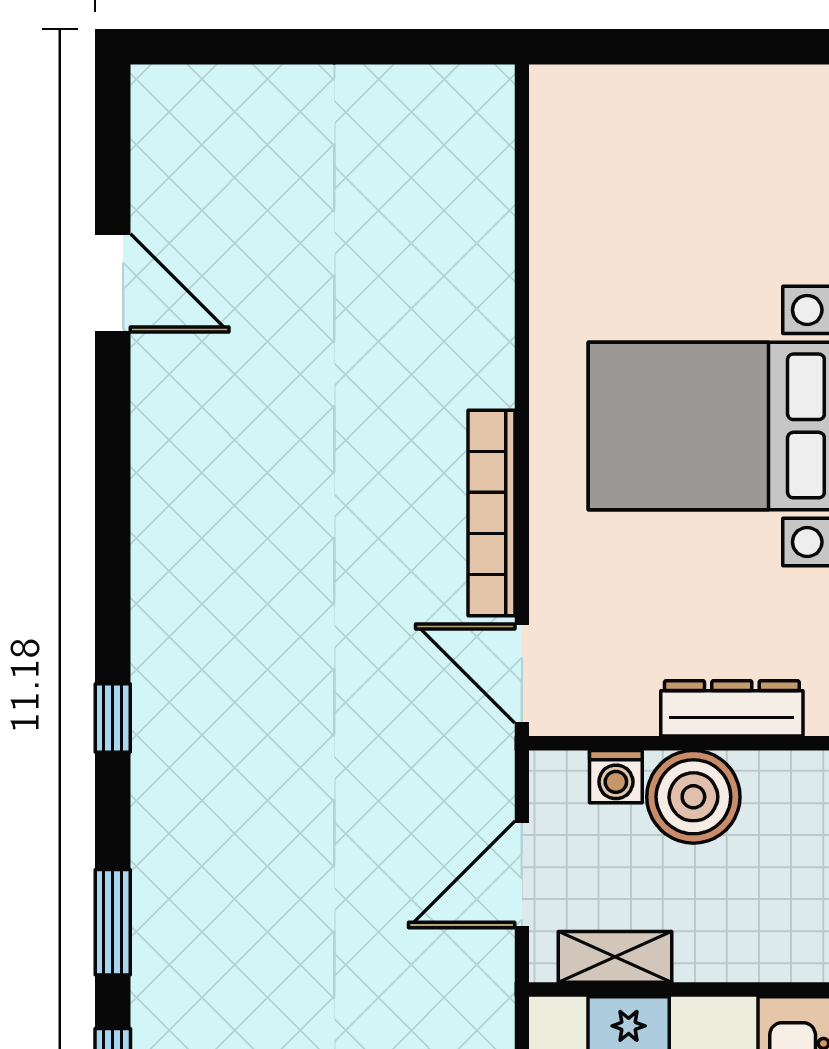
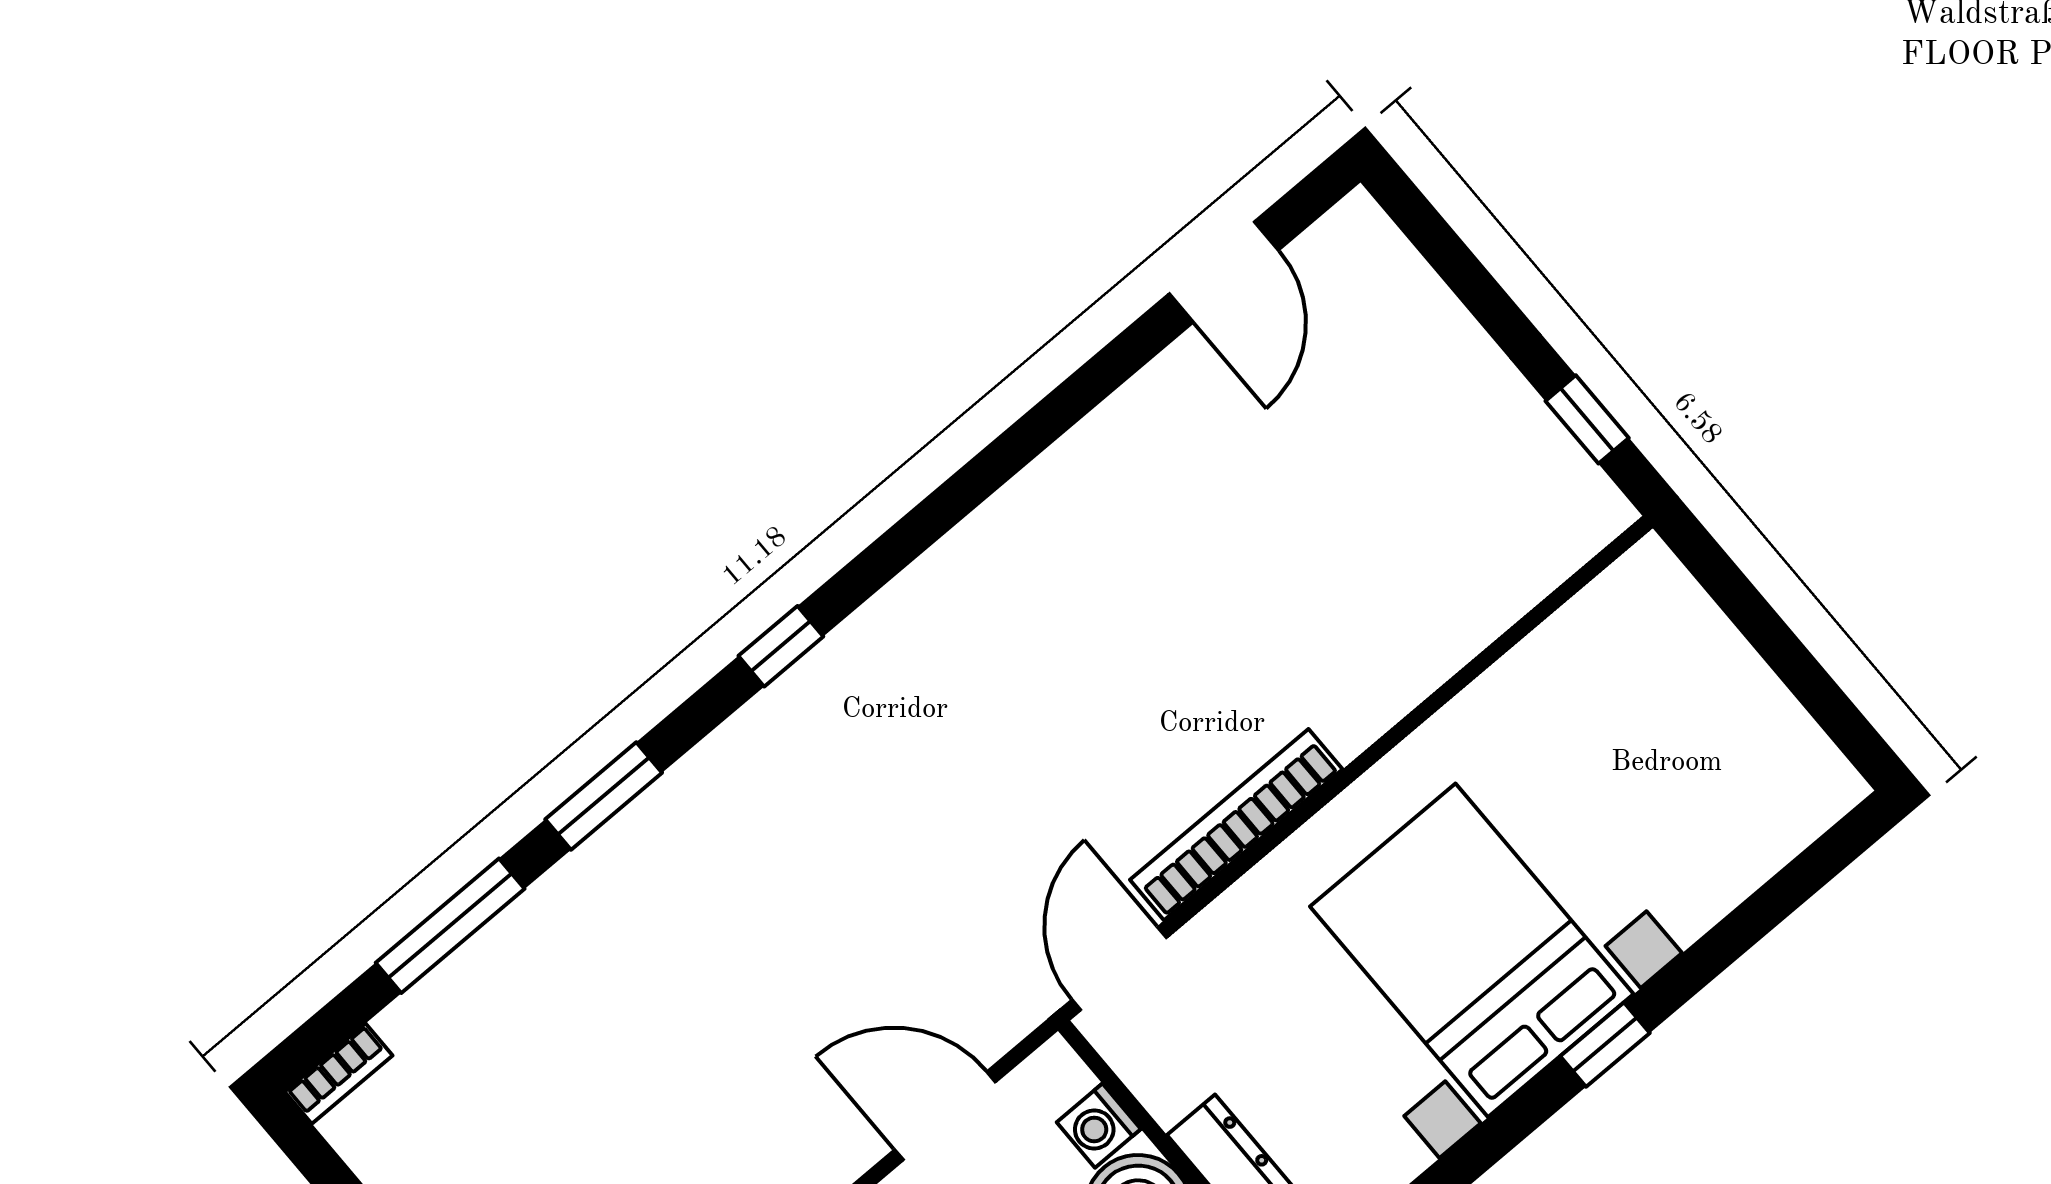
window: (419, 47) -> (1587, 419), added
door: (113, 283) -> (1224, 272), moved

